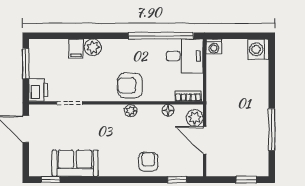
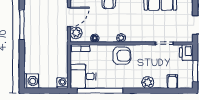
filing cabinet: (76, 49) -> (172, 82), moved
door: (205, 140) -> (69, 17), hinge flipped

